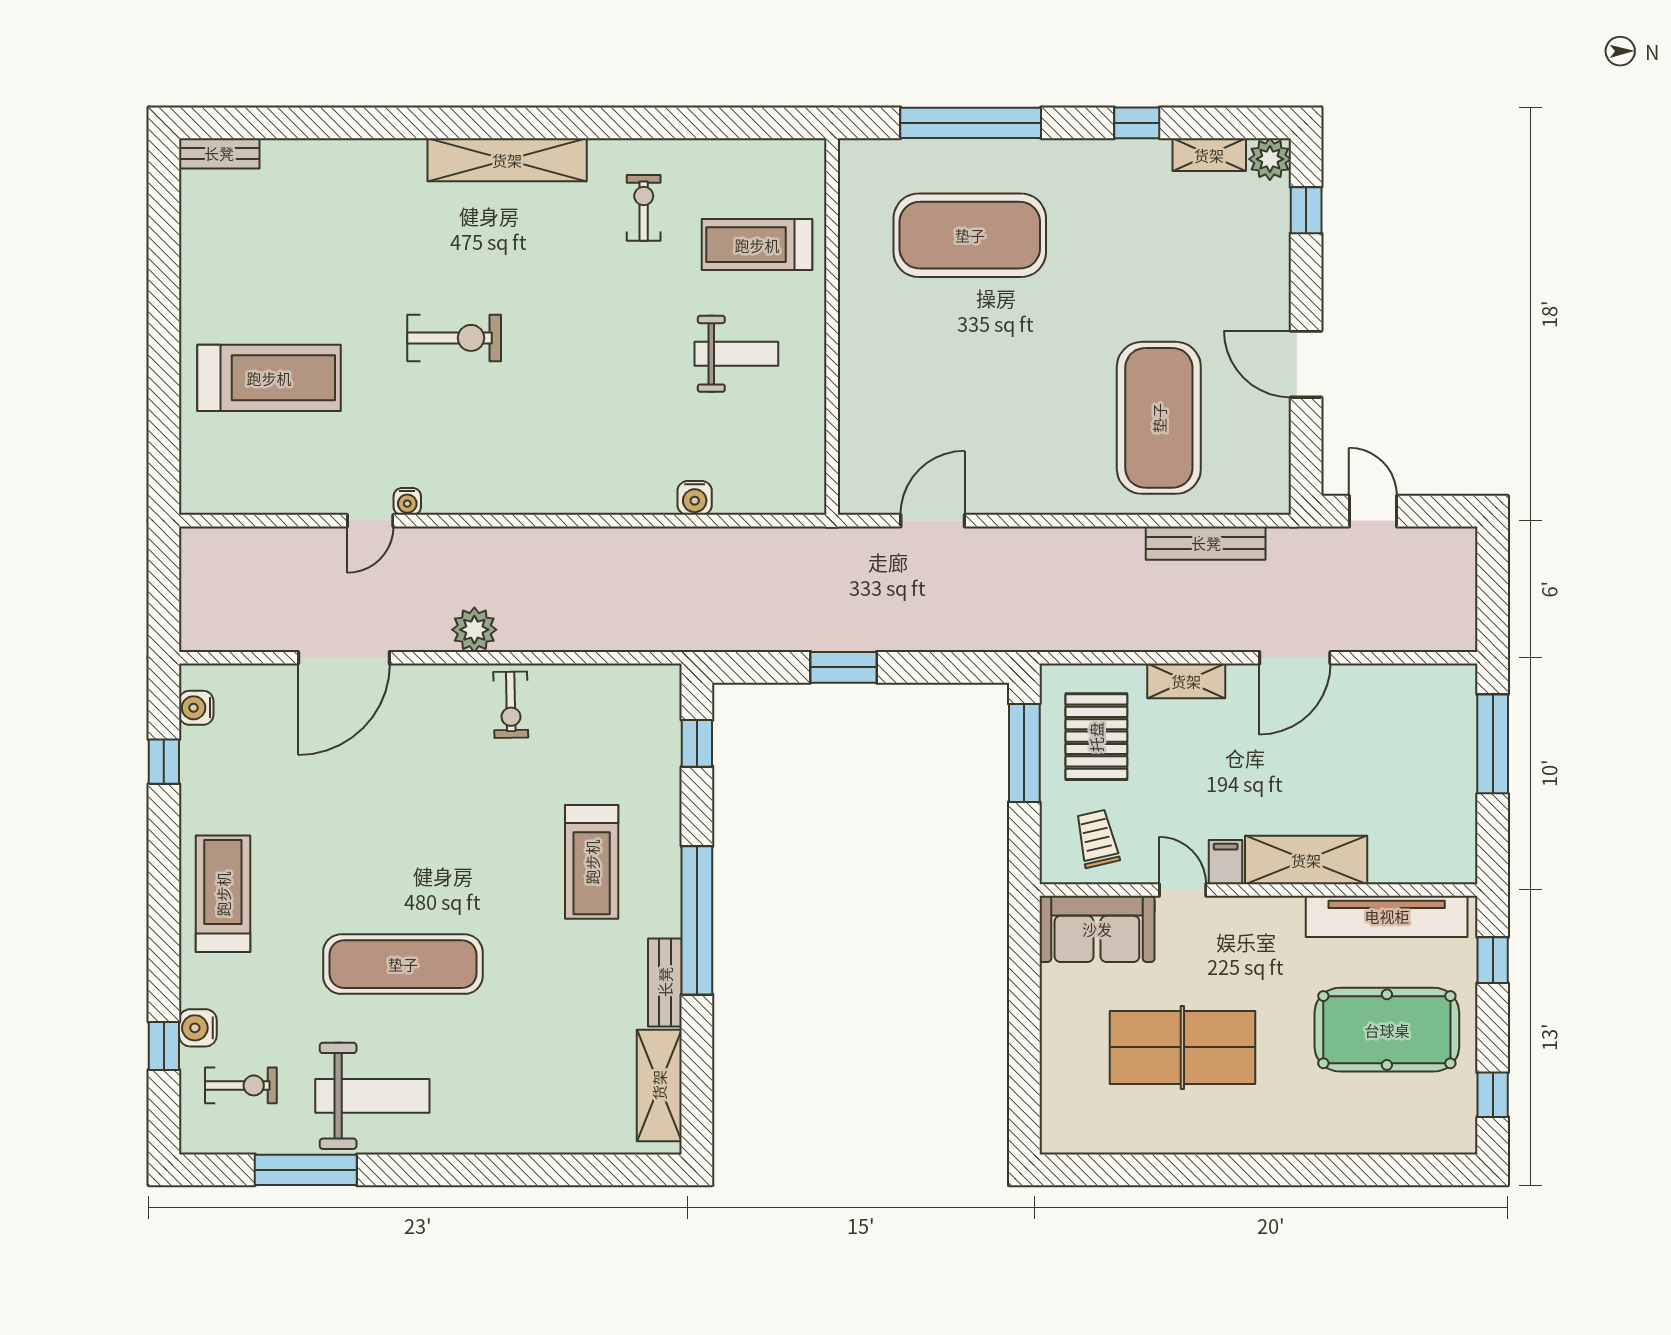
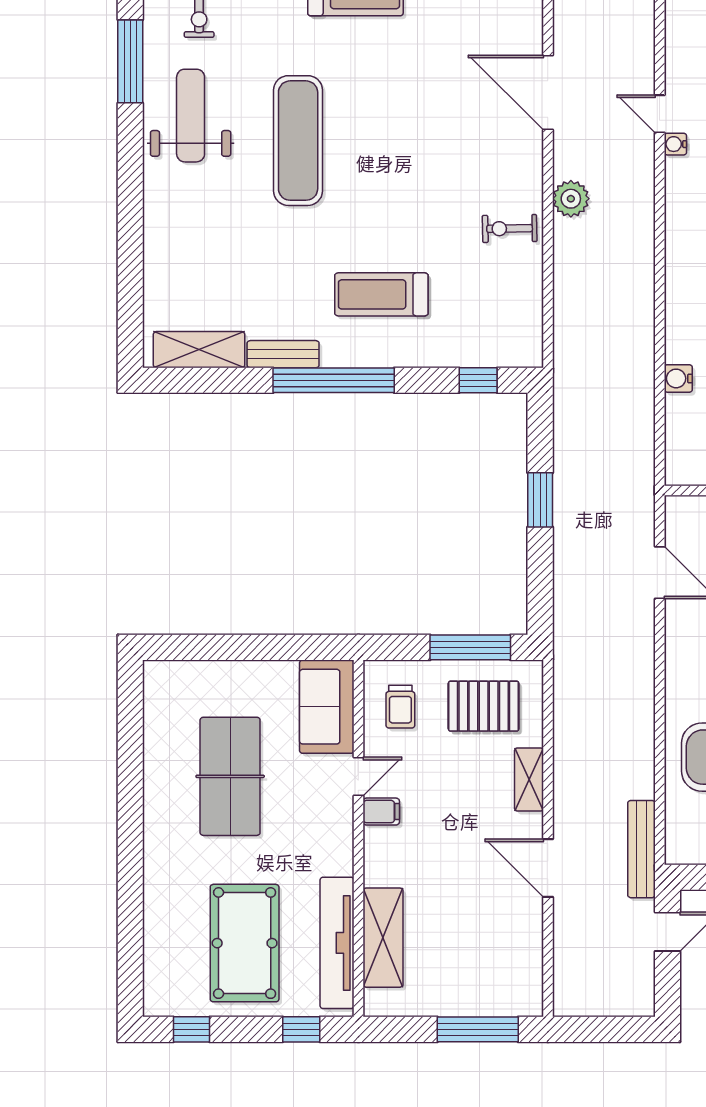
bench: (1206, 543) -> (641, 849), moved
trolley: (1097, 839) -> (400, 707), turned 103
shelving: (1306, 860) -> (383, 938), moved
weight bench: (372, 1096) -> (191, 116), turned 180

